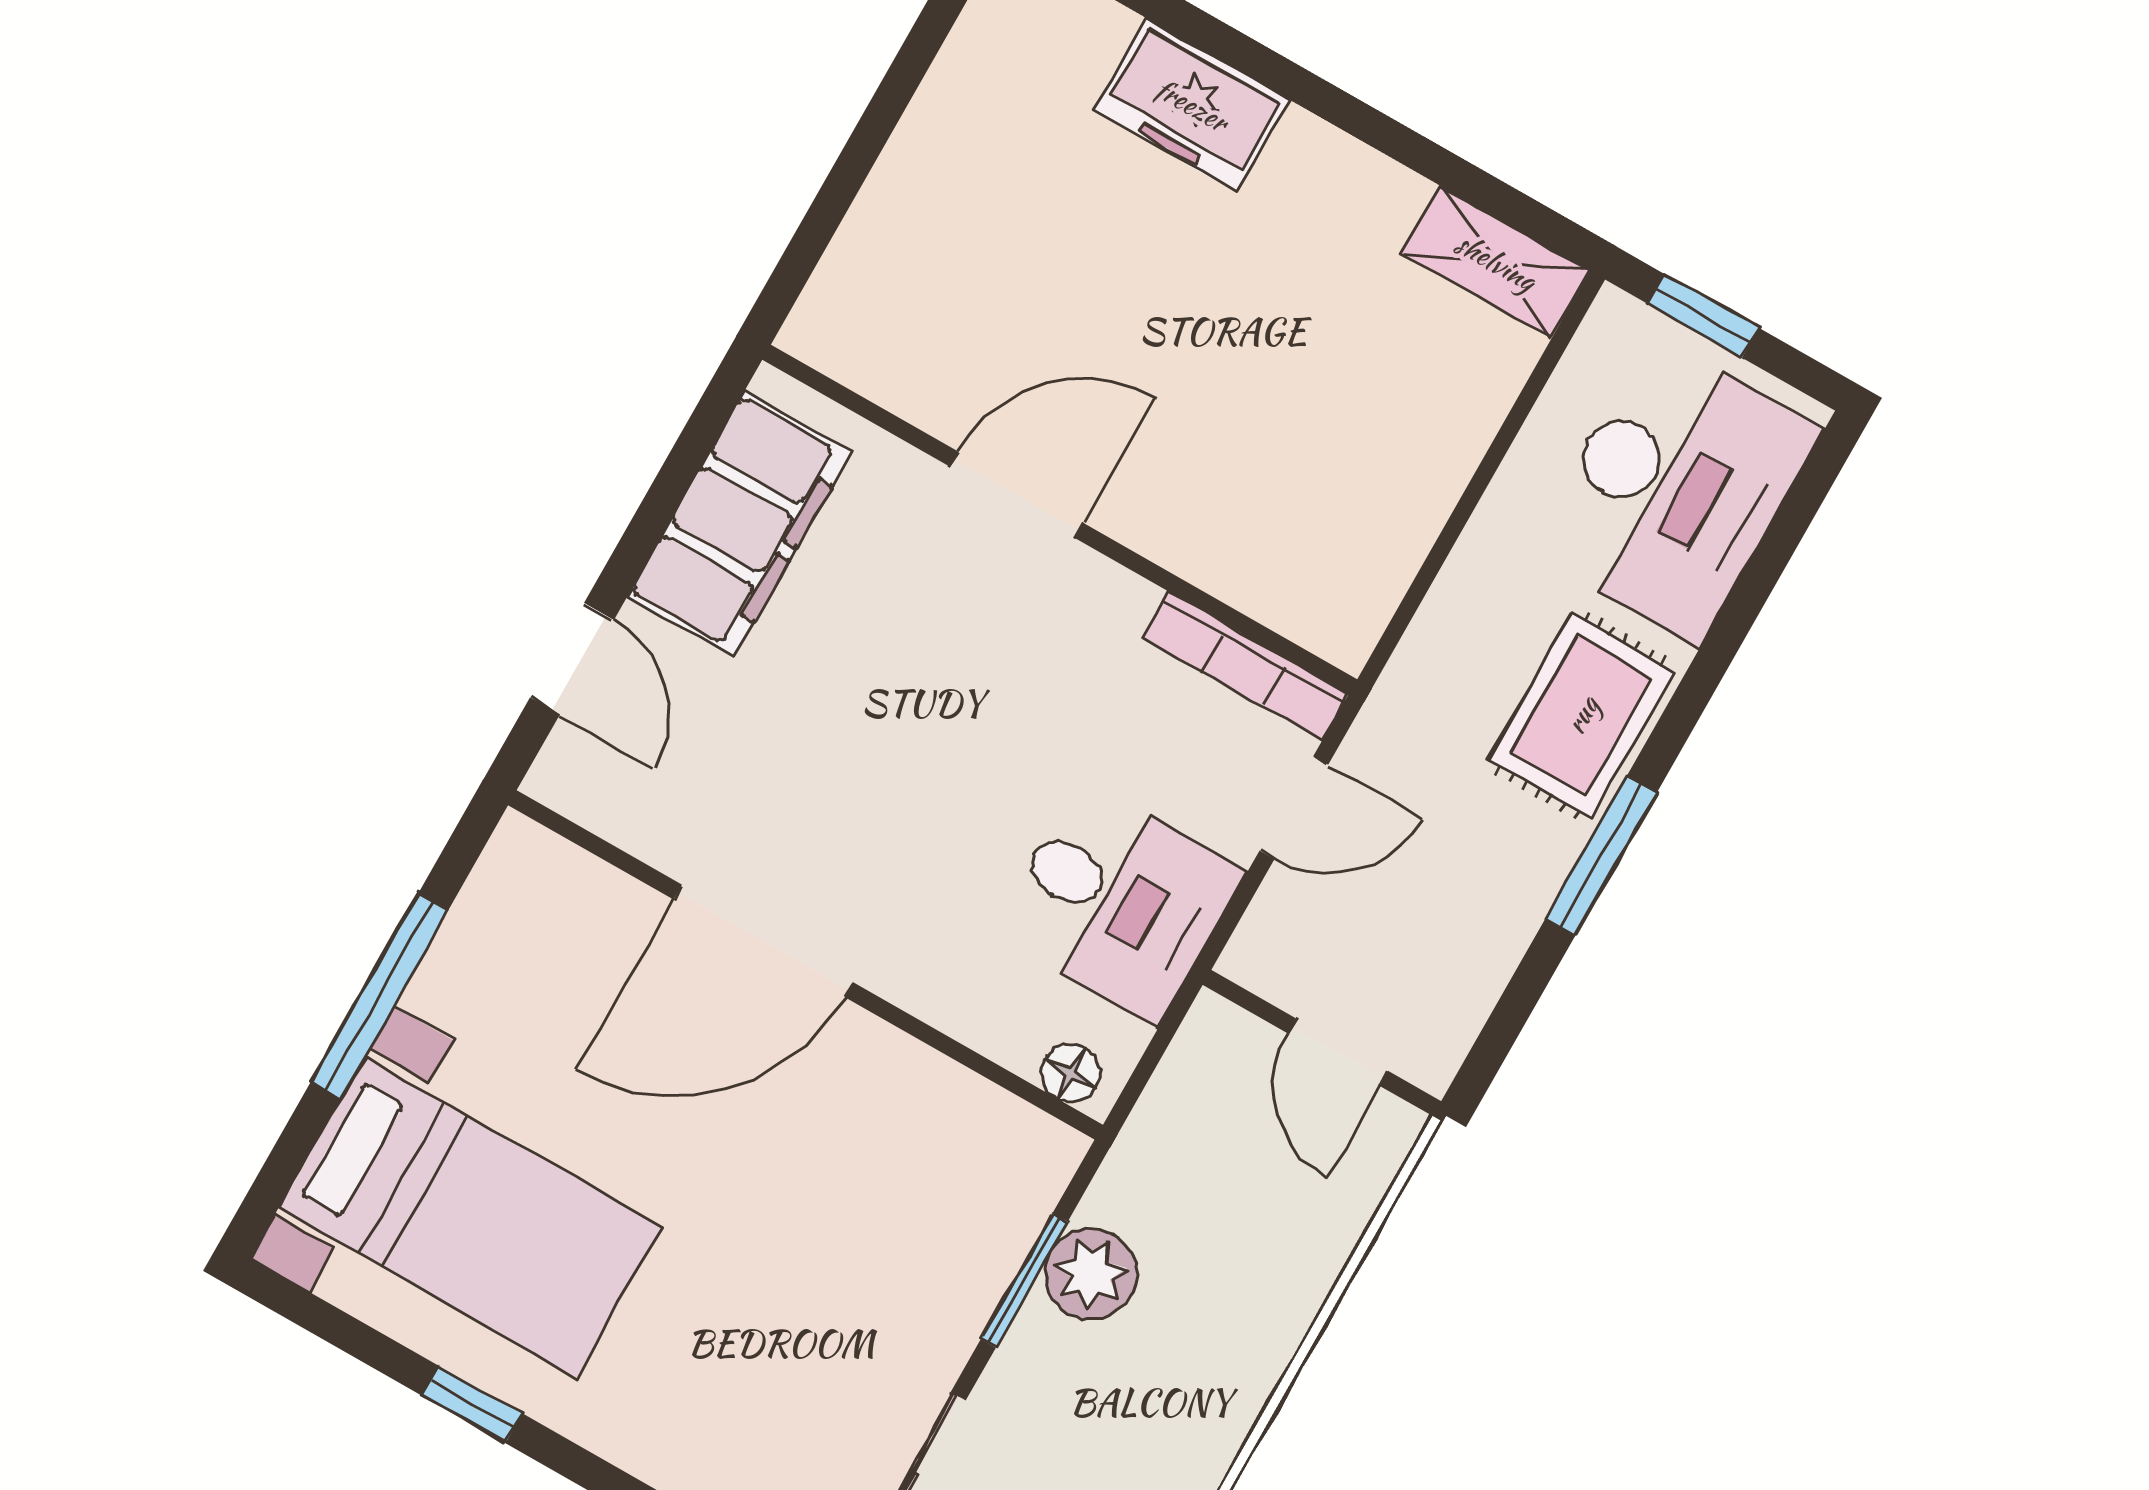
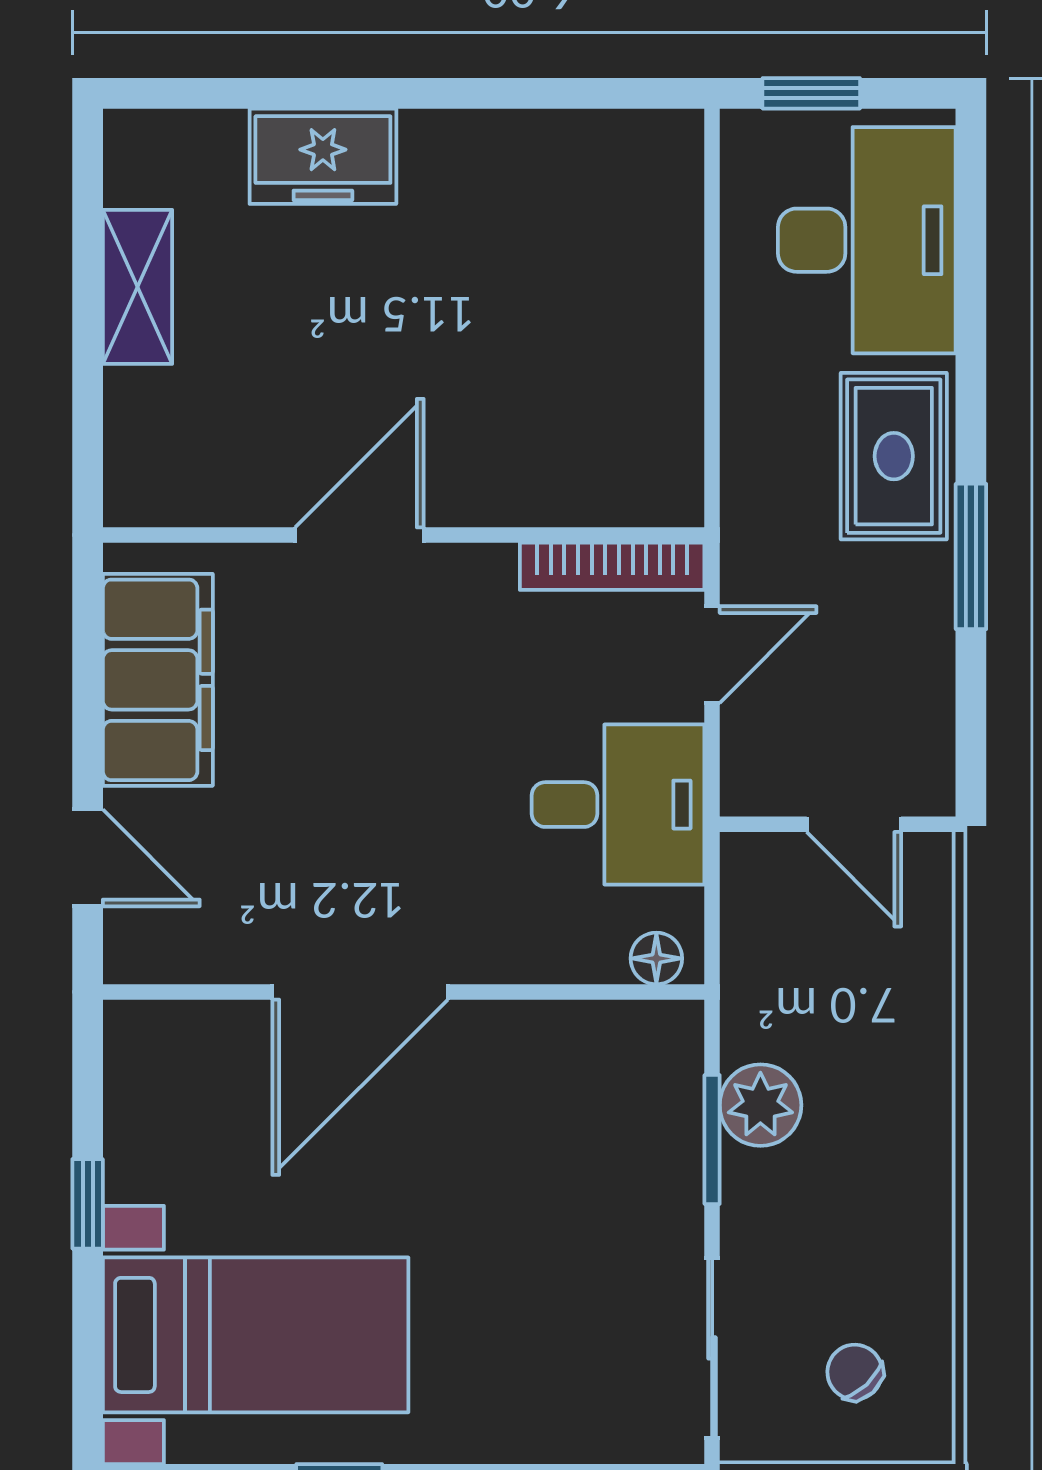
shelving: (1496, 262) -> (138, 287), moved, turned 90
window: (380, 996) -> (88, 1204), width x0.46

